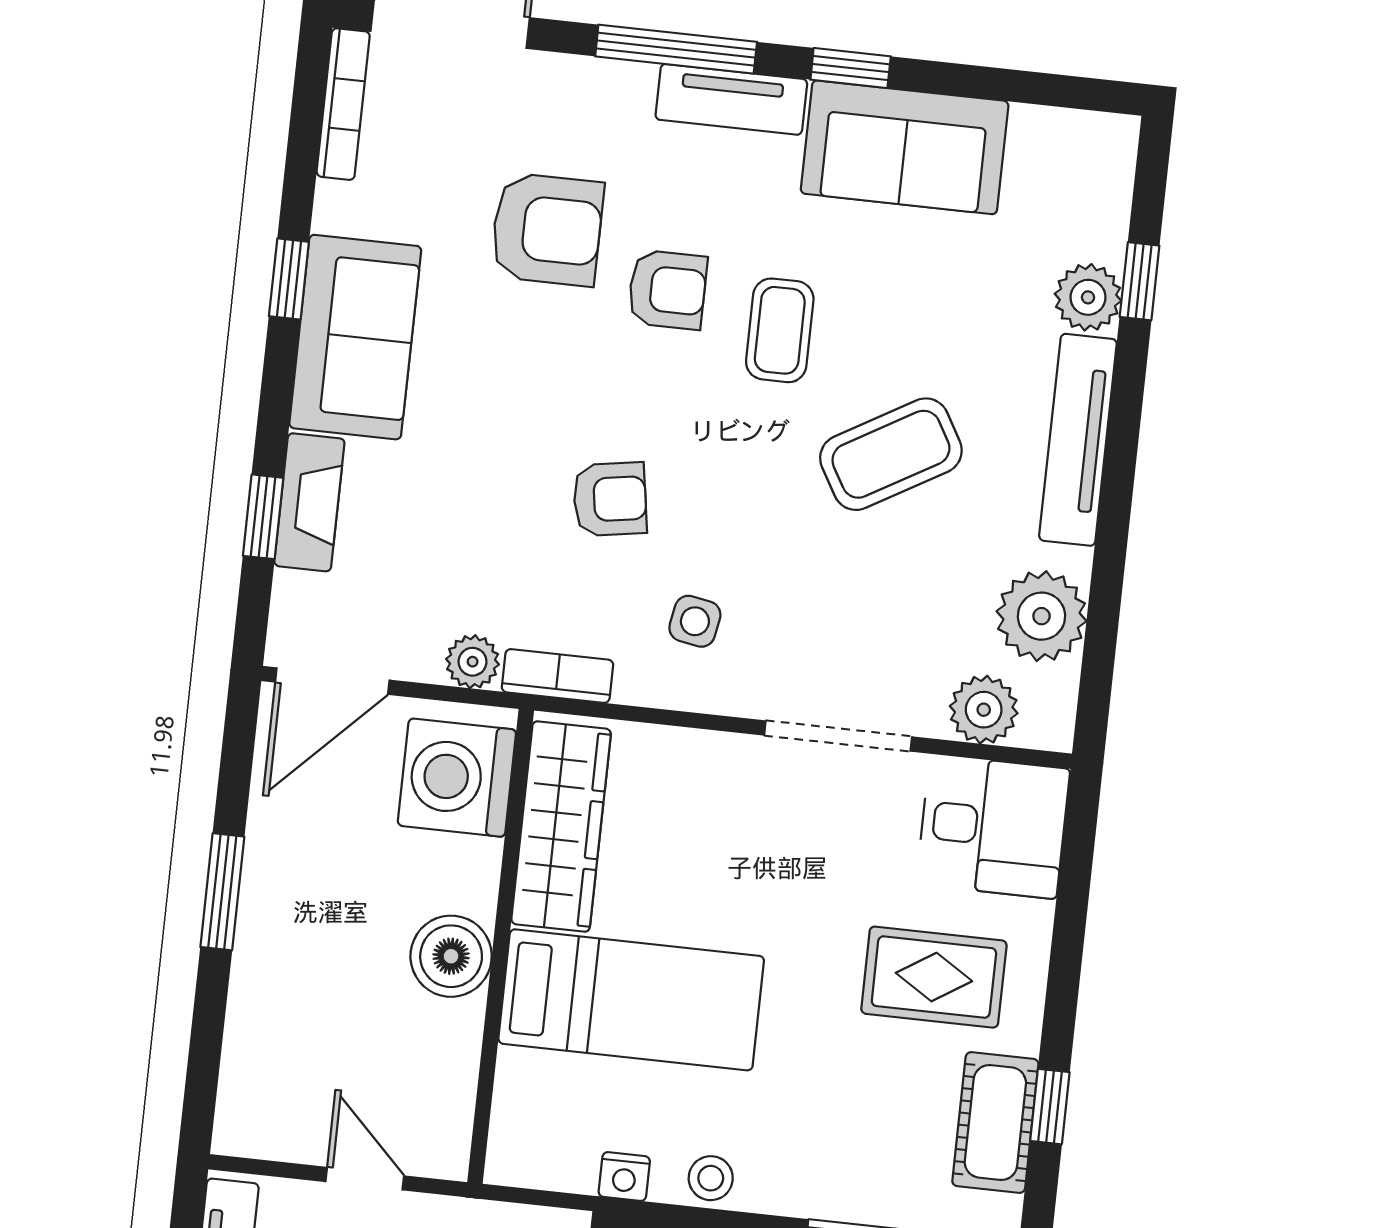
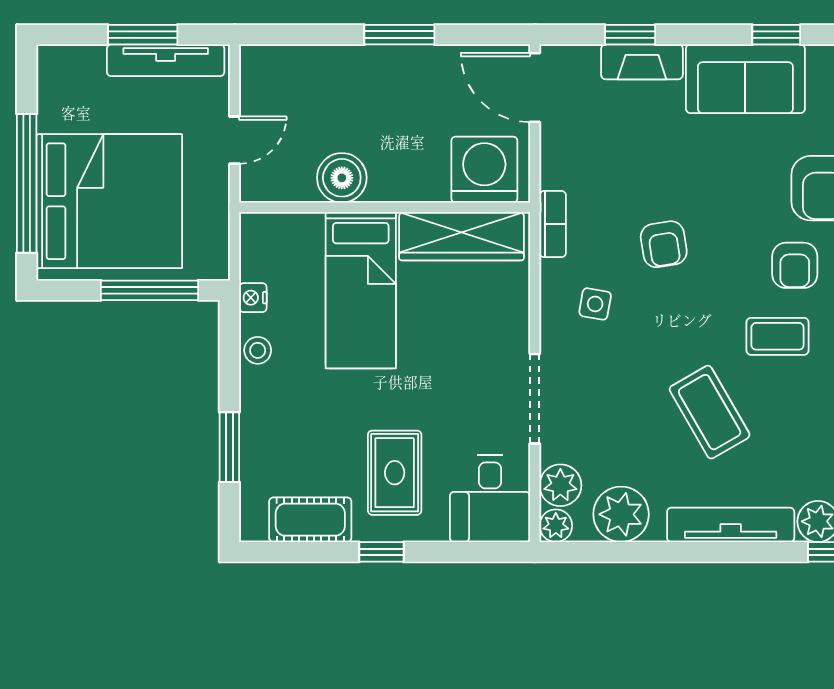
plant: (473, 662) -> (556, 526), moved
boiler: (451, 956) -> (342, 178), moved
window: (1050, 1107) -> (381, 552), moved

